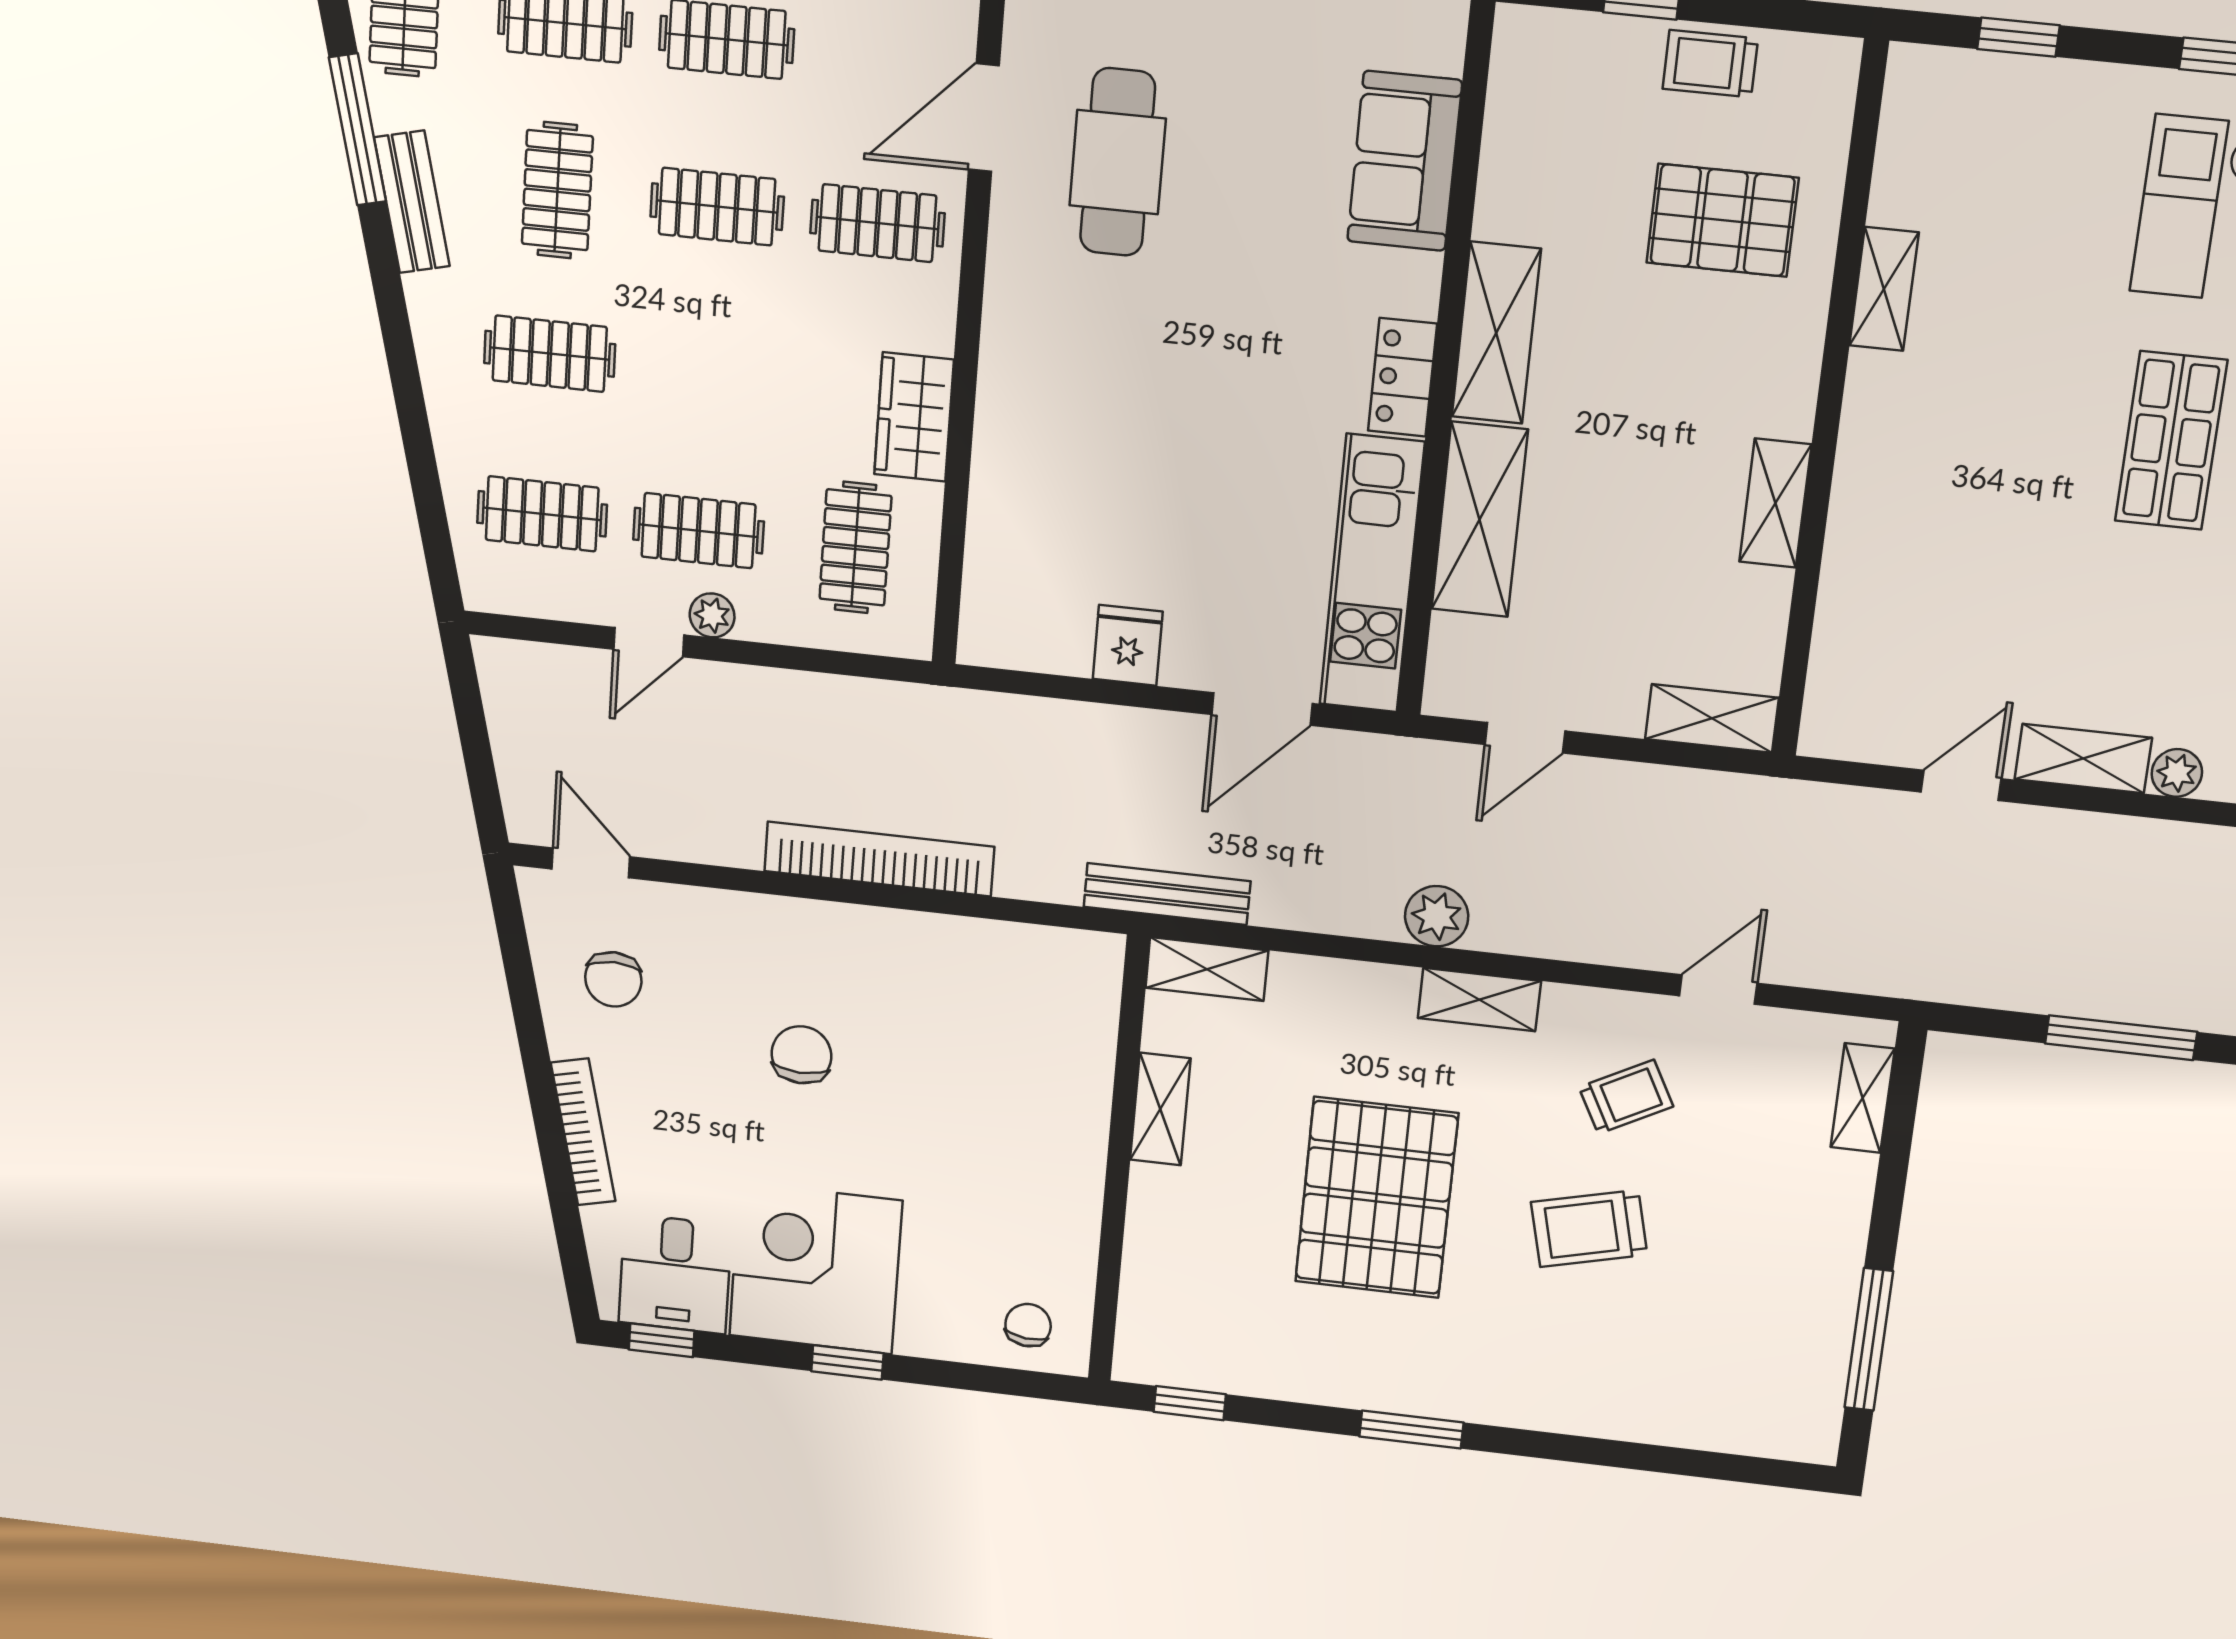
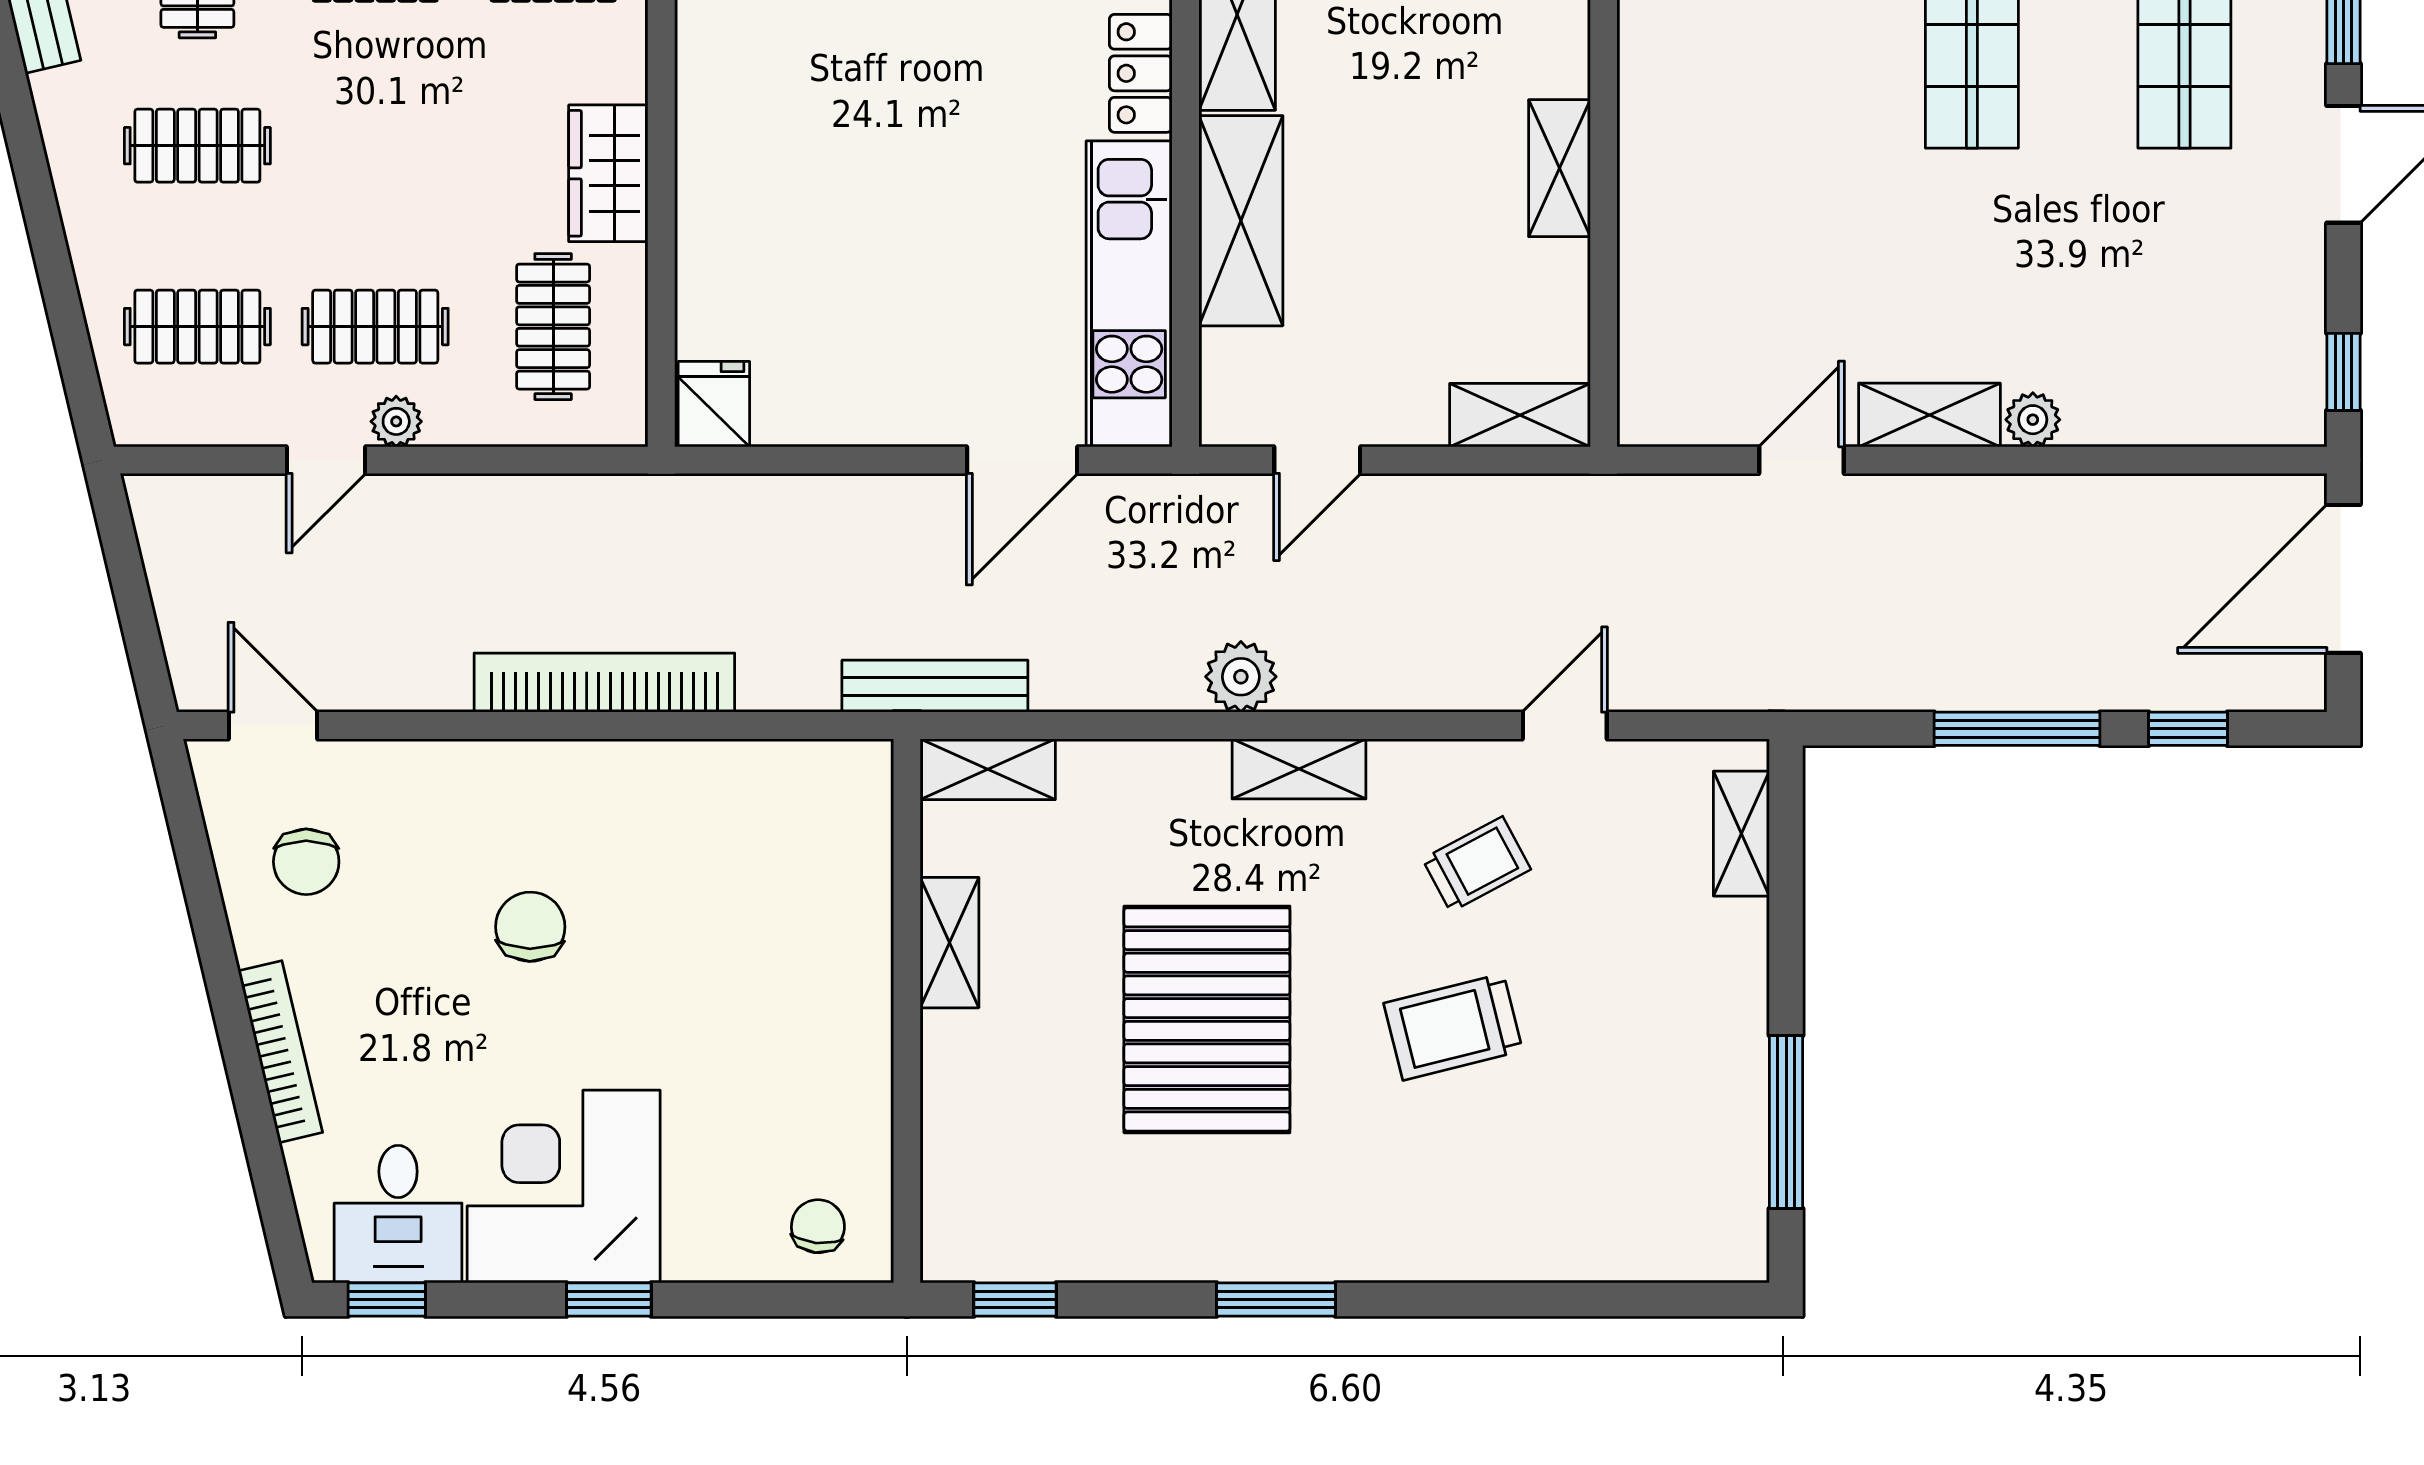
fridge: (1128, 645) -> (714, 404), moved

